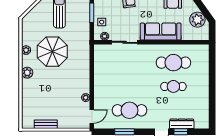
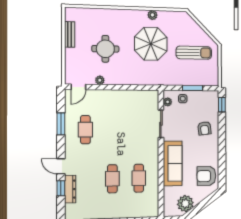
cafe table: (173, 63) -> (139, 178), width x0.73, depth x0.74
plant: (27, 73) -> (128, 15), removed
round table: (58, 93) -> (105, 49), added
cafe table: (130, 110) -> (85, 130), width x0.73, depth x0.74
door: (92, 116) -> (78, 87), hinge flipped

